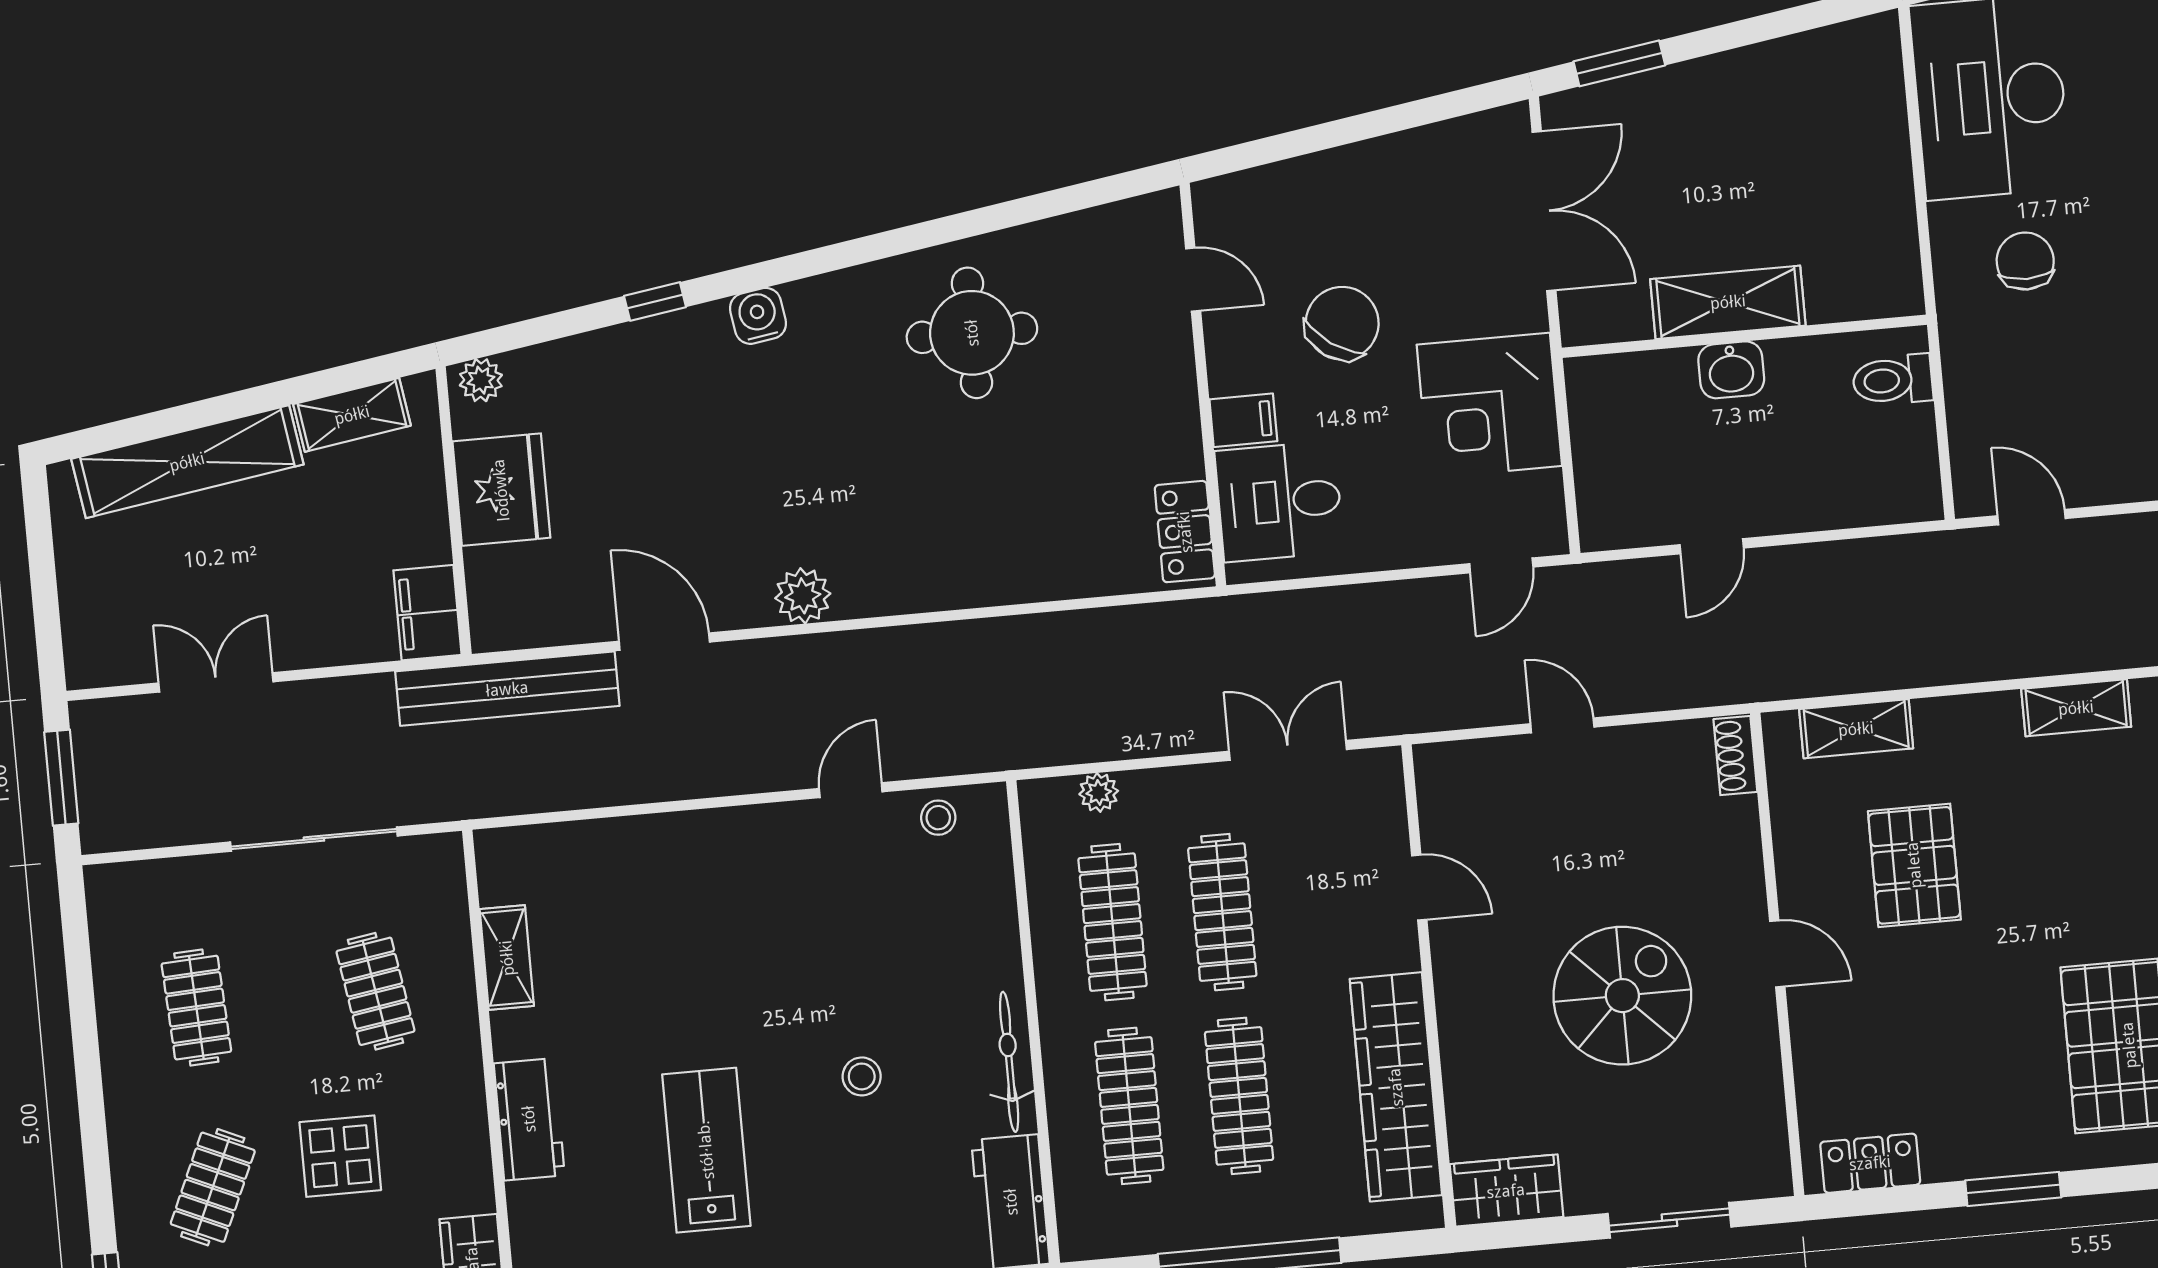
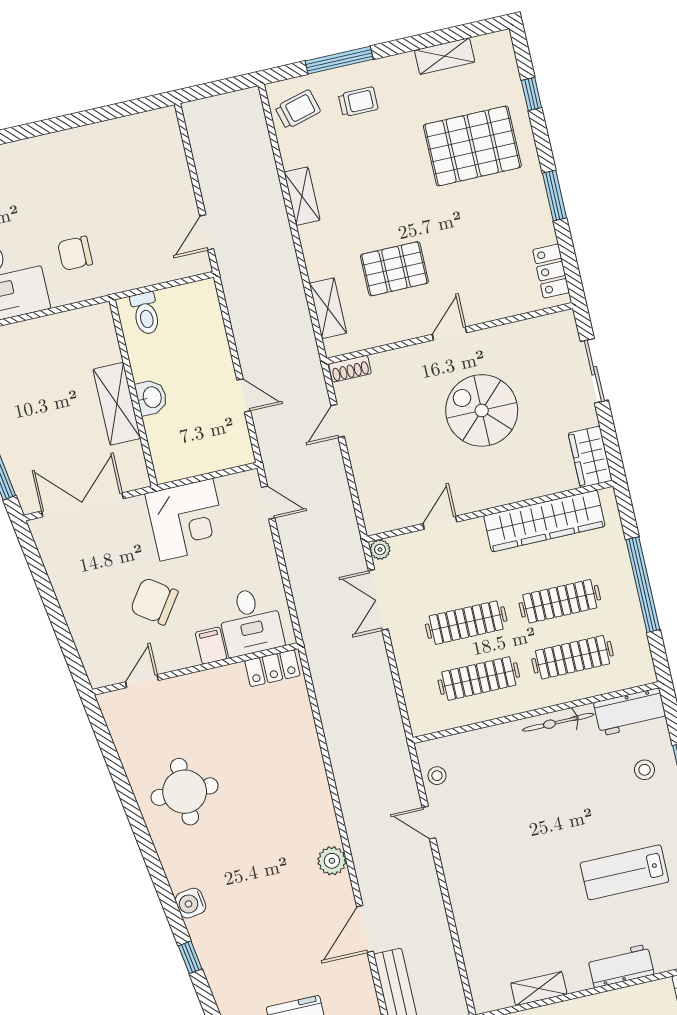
door: (1562, 725) -> (338, 421), moved
plant: (1099, 792) -> (380, 549), moved
stool: (862, 1076) -> (645, 770), moved

